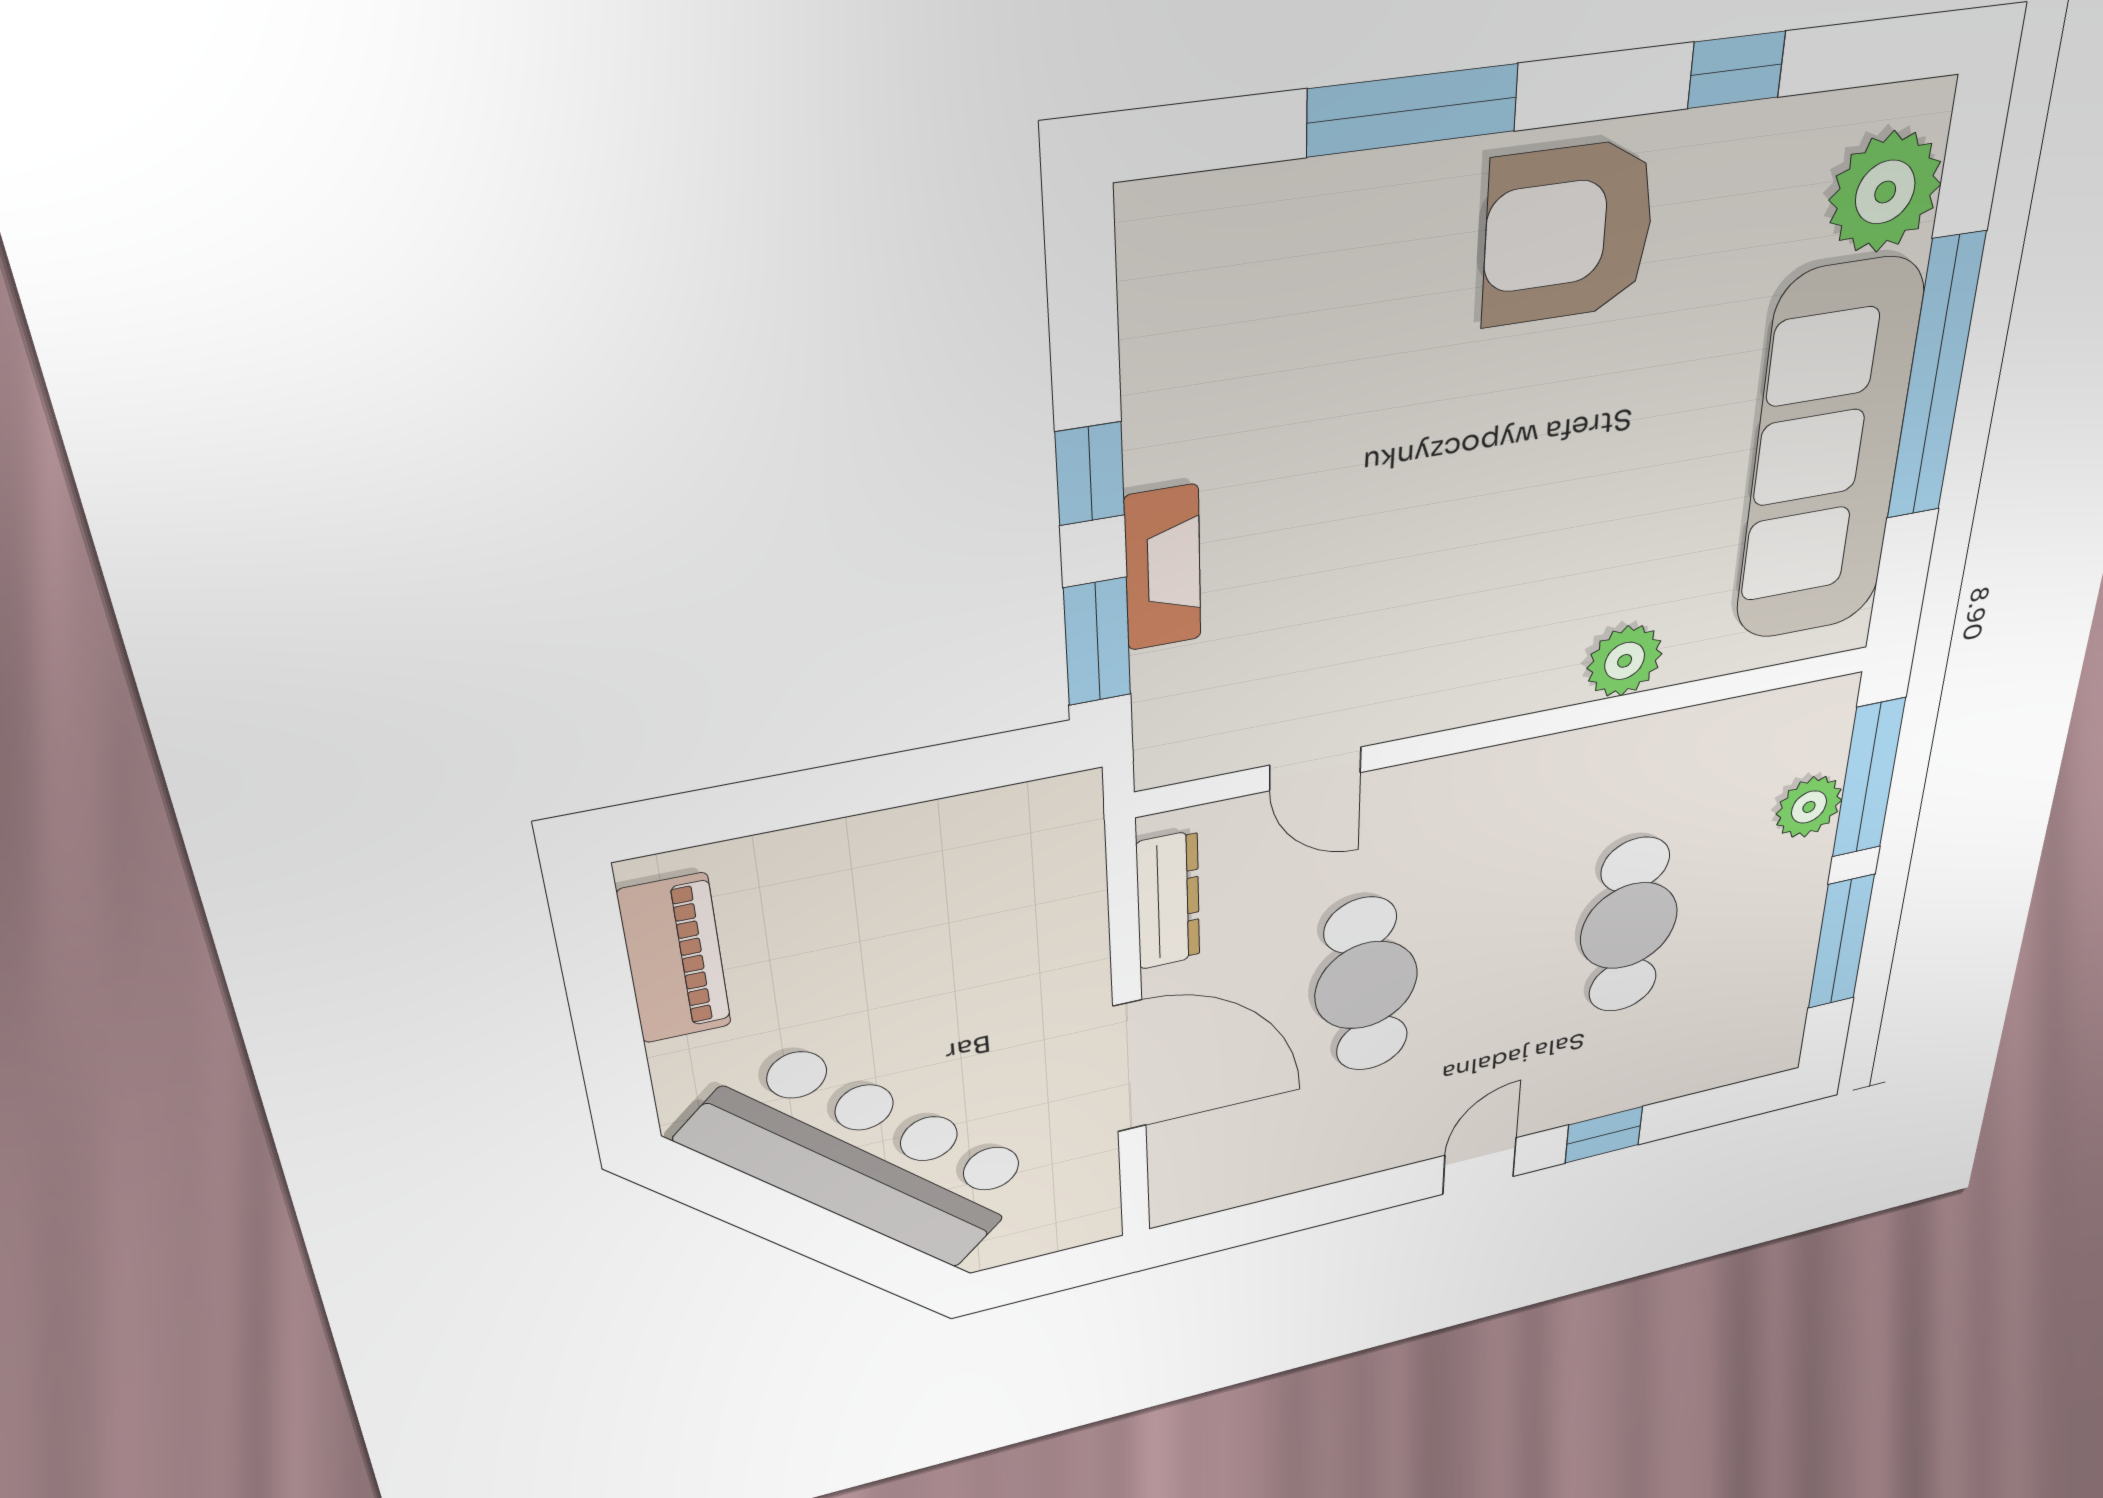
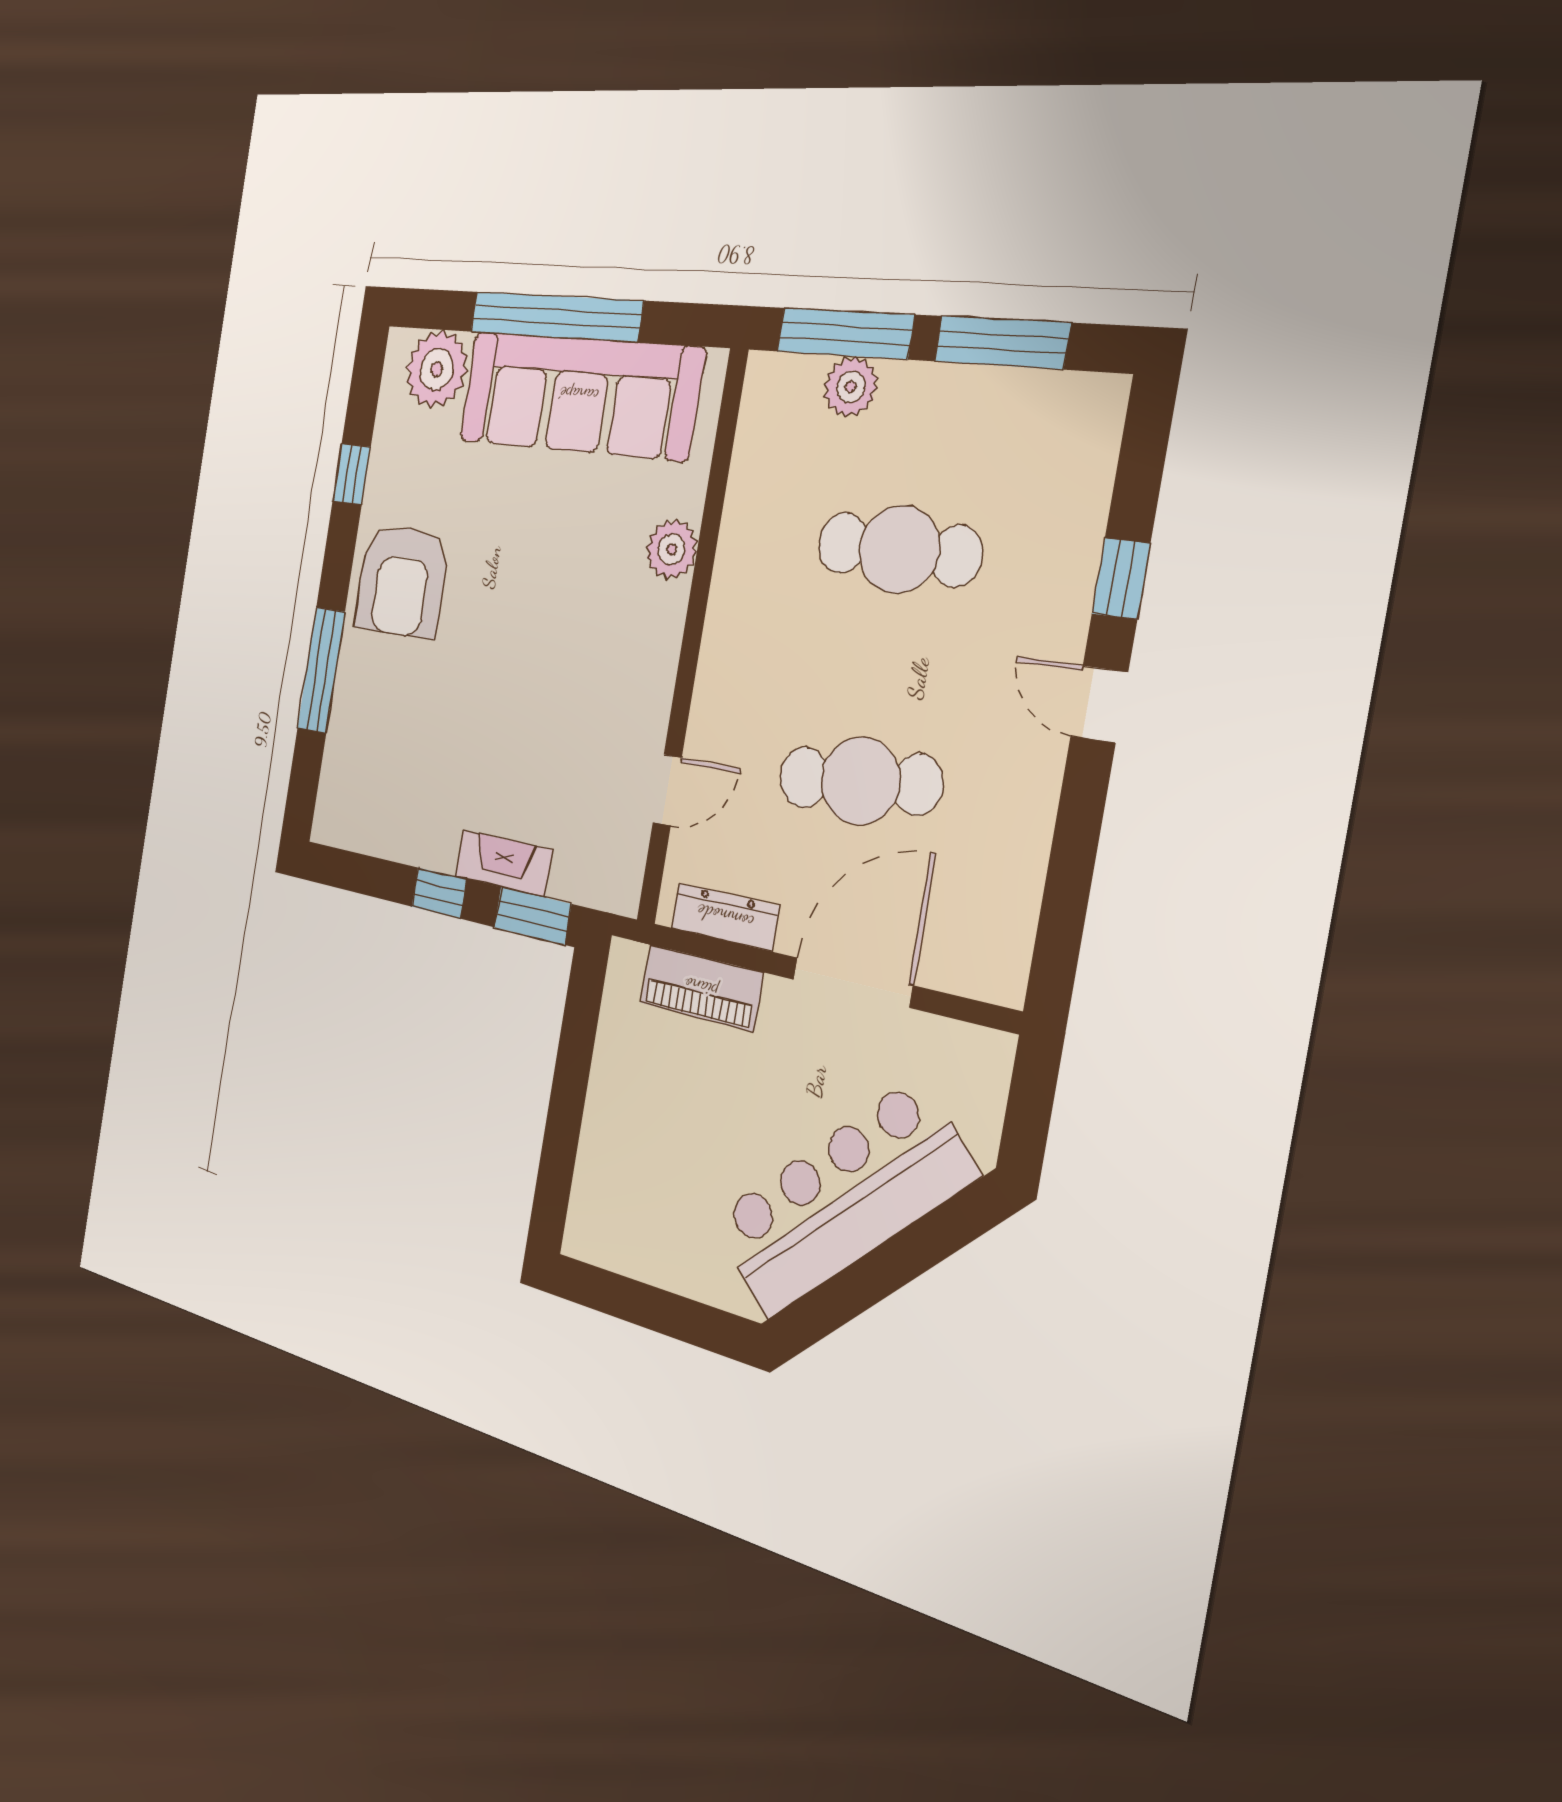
piano: (675, 959) -> (701, 988), moved, turned 180

